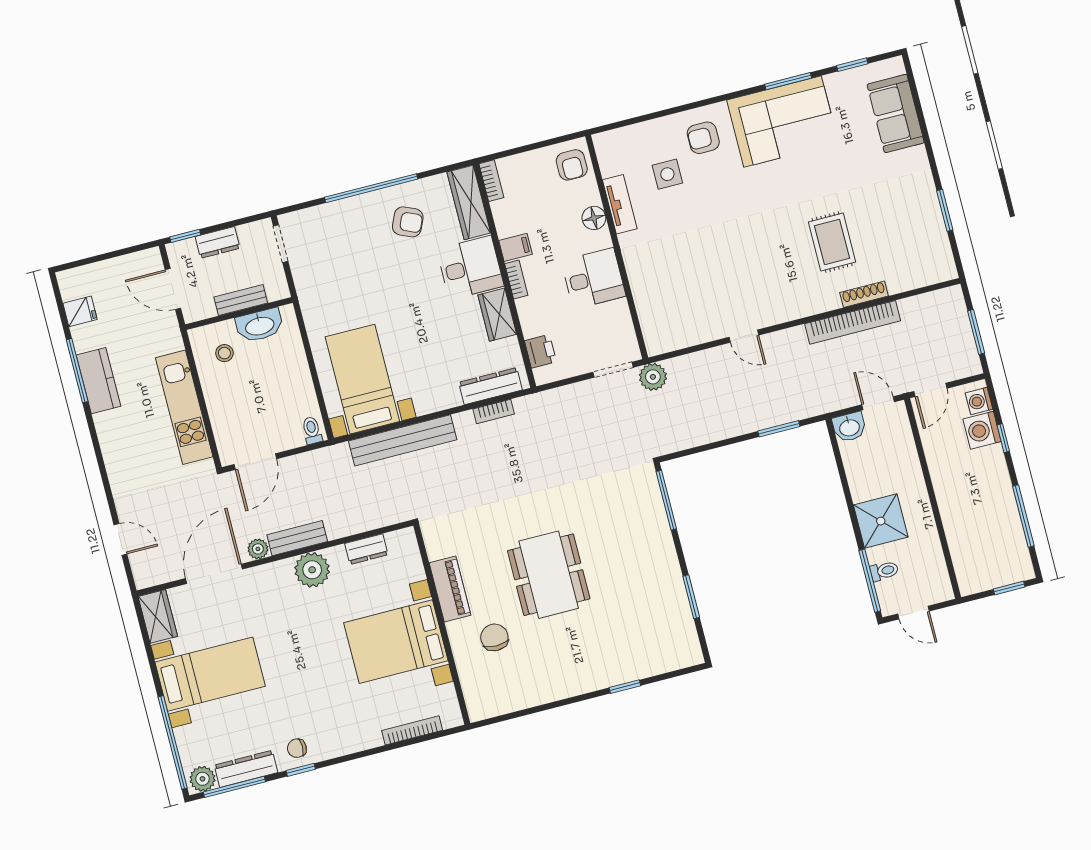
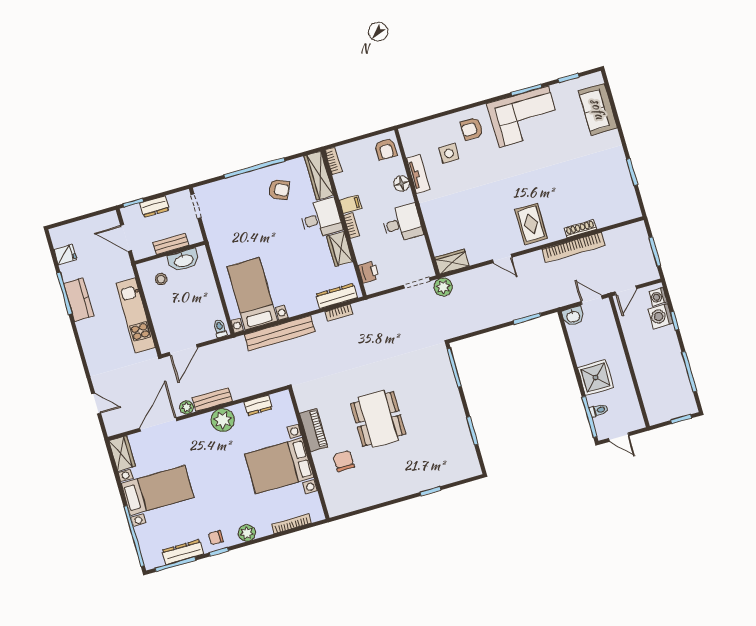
rug: (832, 242) -> (531, 224), moved
wardrobe: (667, 339) -> (452, 262), added
plant: (202, 779) -> (247, 533), moved

